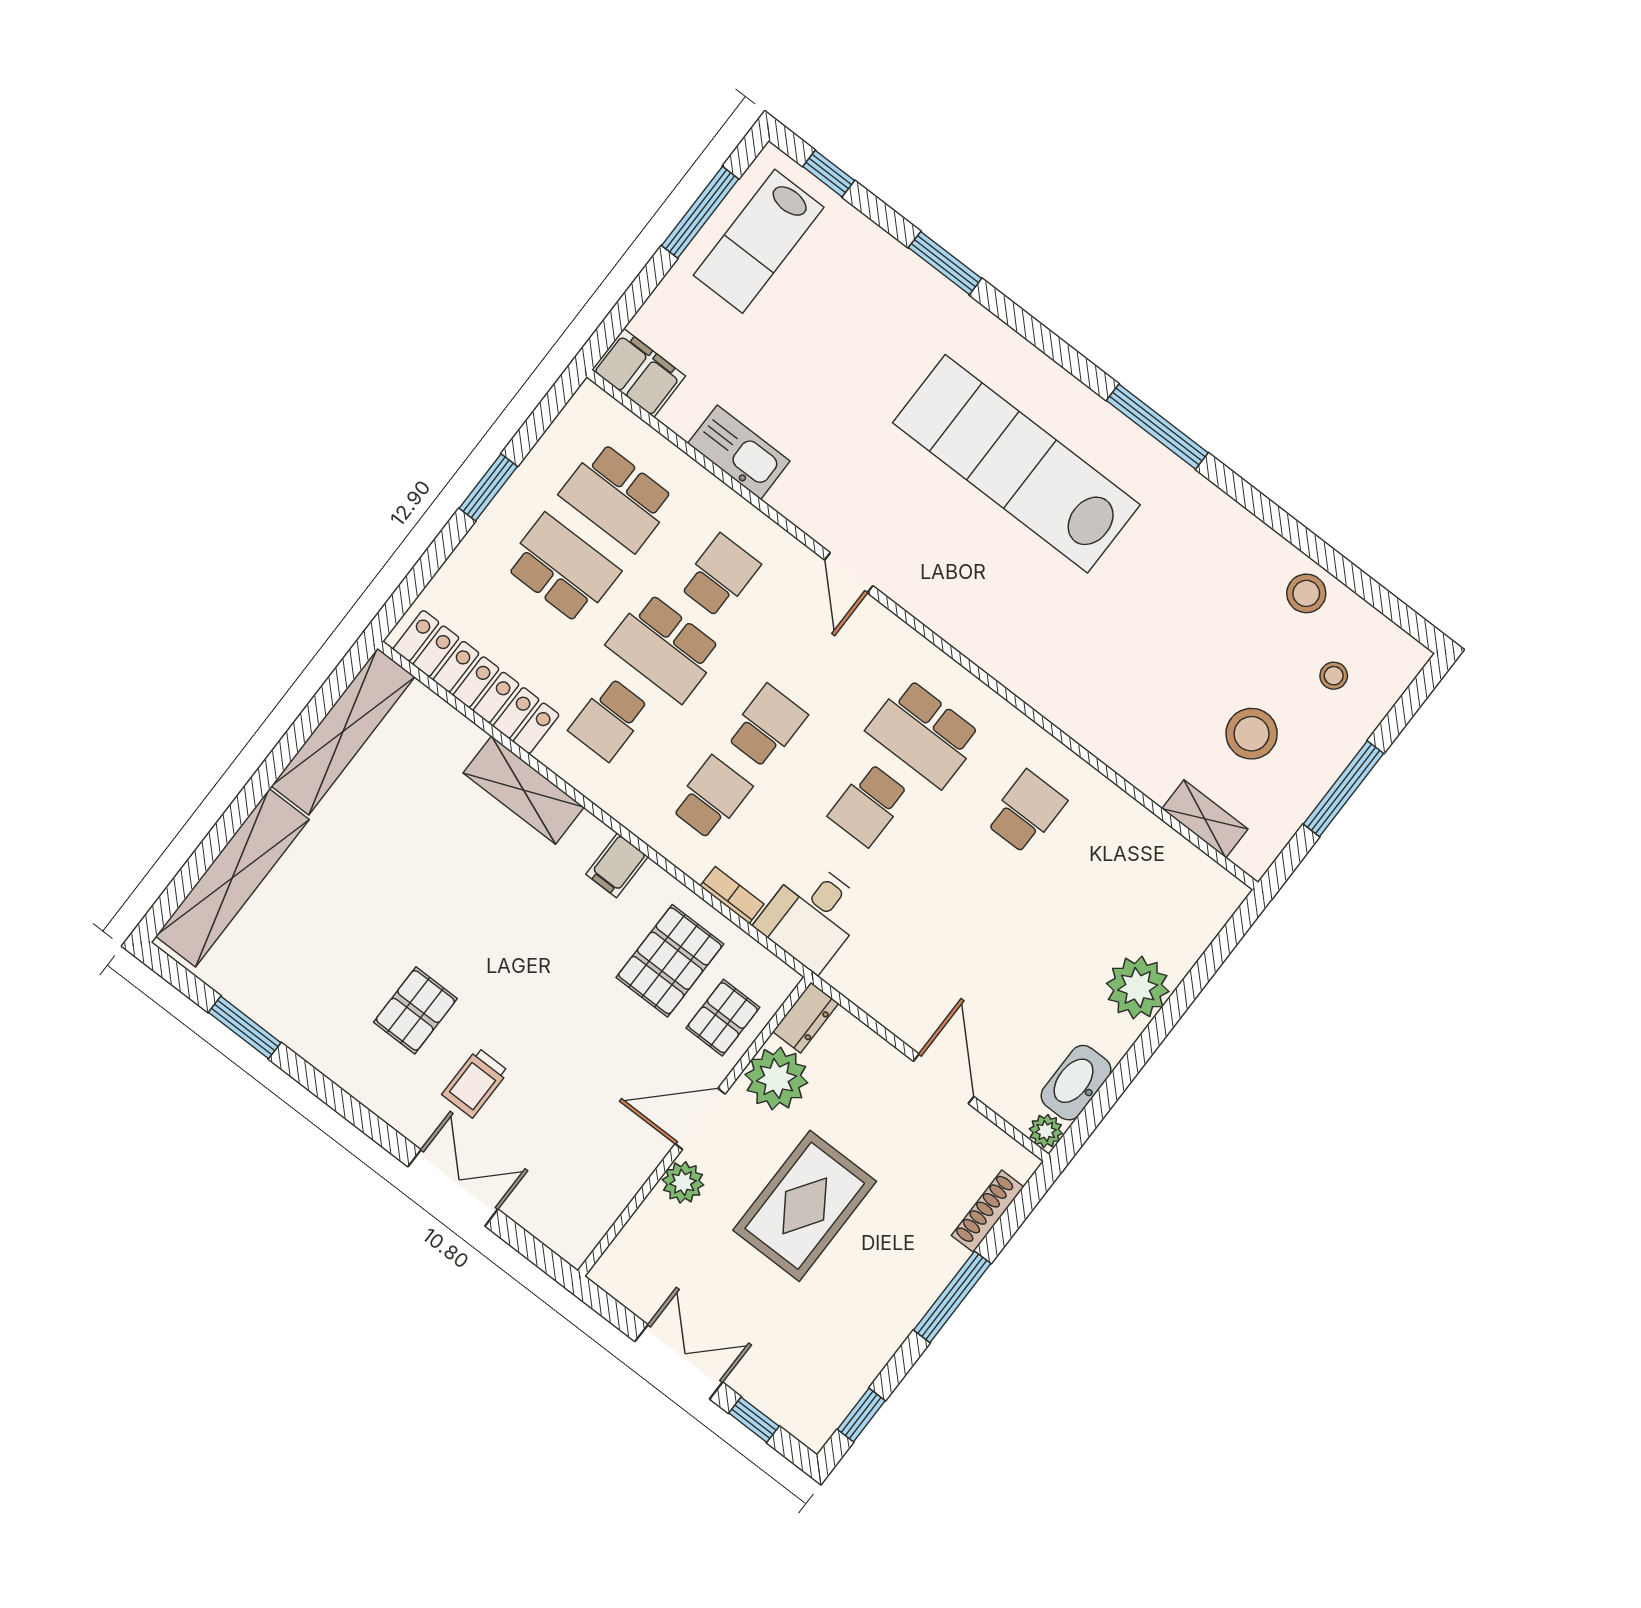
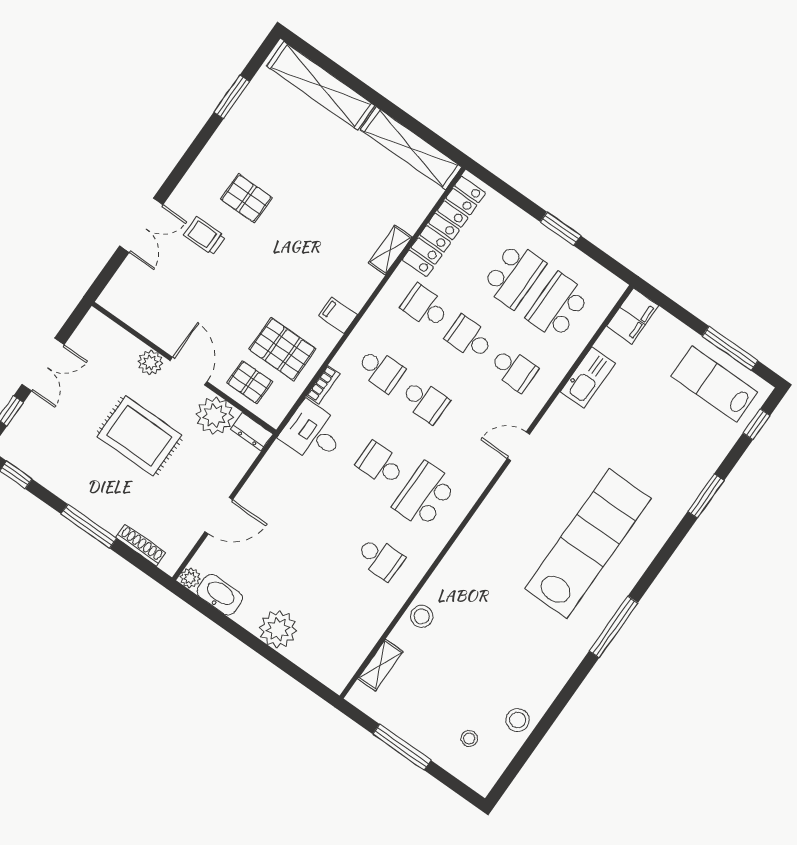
school desk: (664, 647) -> (469, 338), width x0.54
stool: (1252, 734) -> (422, 616), moved, width x0.73, depth x0.73
shelving: (524, 790) -> (390, 250), width x0.67, depth x0.75

